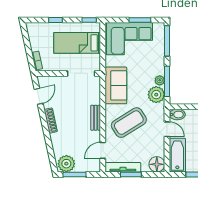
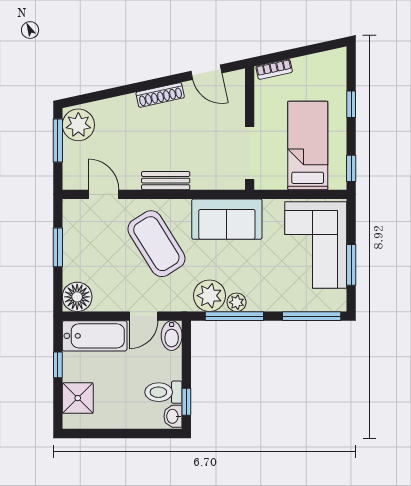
tv unit: (123, 167) -> (71, 233), removed

